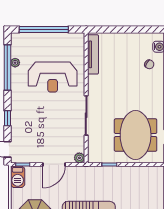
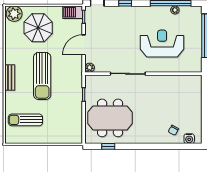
tv unit: (93, 54) -> (182, 80), removed
reception desk: (53, 77) -> (162, 44), turned 90
door: (54, 164) -> (84, 45), hinge flipped

